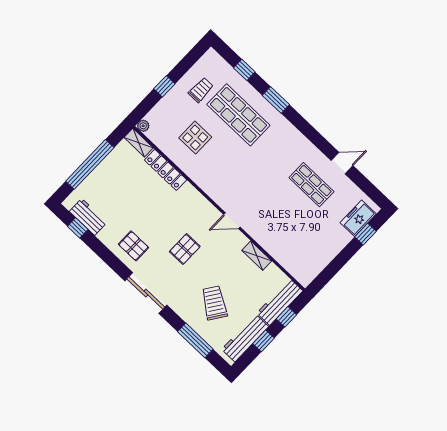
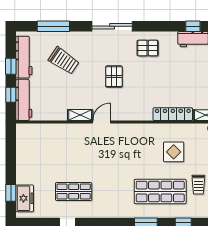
shelving: (257, 256) -> (80, 115), moved

